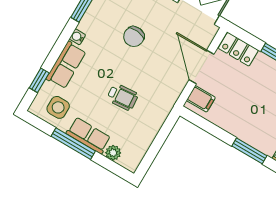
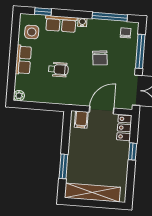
chair: (134, 37) -> (100, 58), turned -102
wheelchair: (123, 97) -> (58, 69), turned -85
window: (73, 144) -> (13, 53), removed
plant: (113, 153) -> (19, 96), moved

